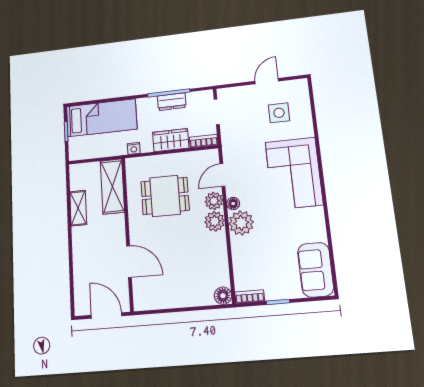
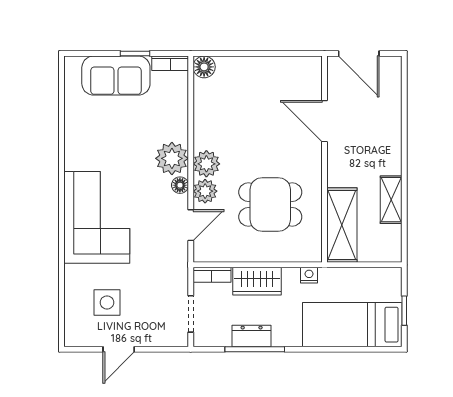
sofa: (316, 270) -> (116, 76), moved, turned 90

